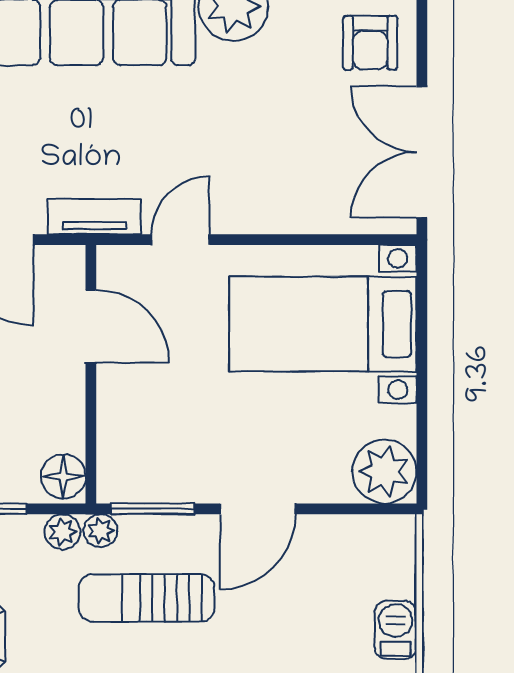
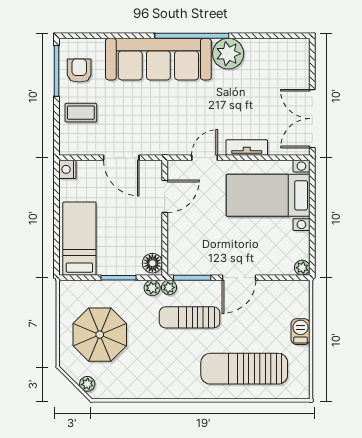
armchair: (370, 43) -> (289, 70), removed
tv unit: (94, 217) -> (247, 147), moved
door: (91, 326) -> (165, 196), hinge flipped
plant: (384, 471) -> (302, 268), width x0.53, depth x0.53

